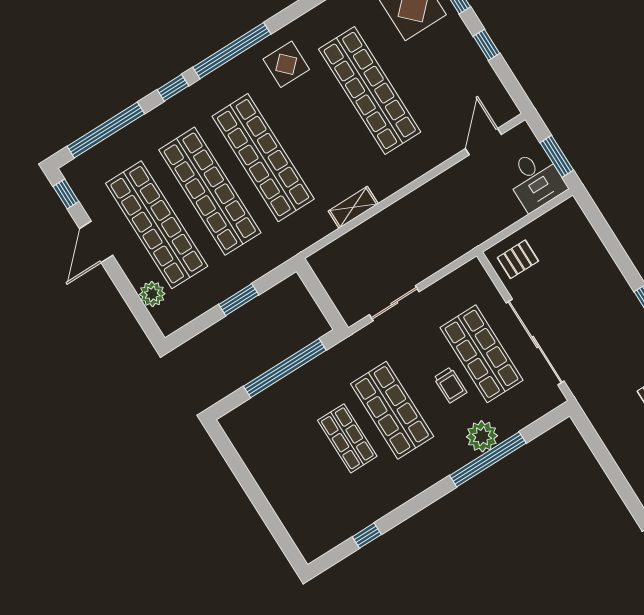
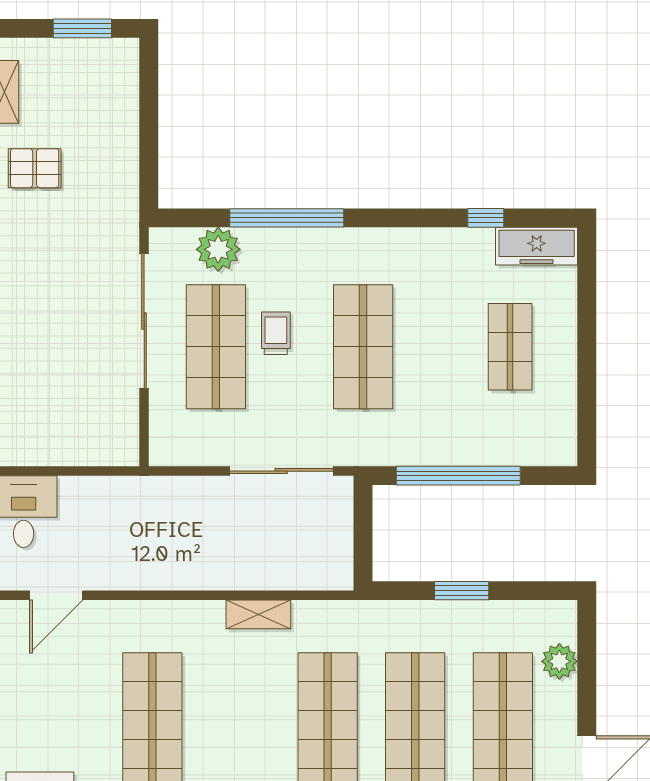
pallet: (518, 259) -> (103, 431), removed
sliding door: (394, 303) -> (281, 471), width x1.37
plant: (482, 436) -> (218, 249), moved
shop shelf: (347, 438) -> (510, 347), moved
freezer: (325, 538) -> (537, 246), added

